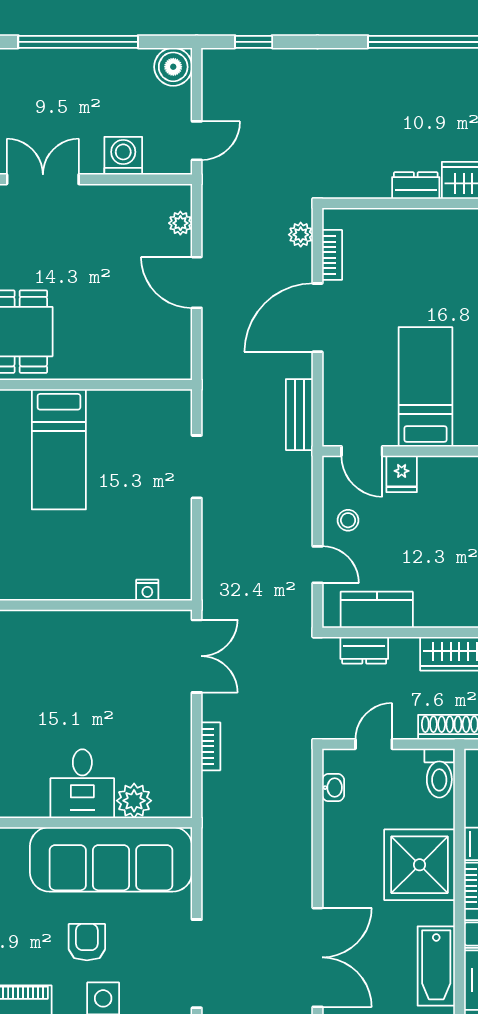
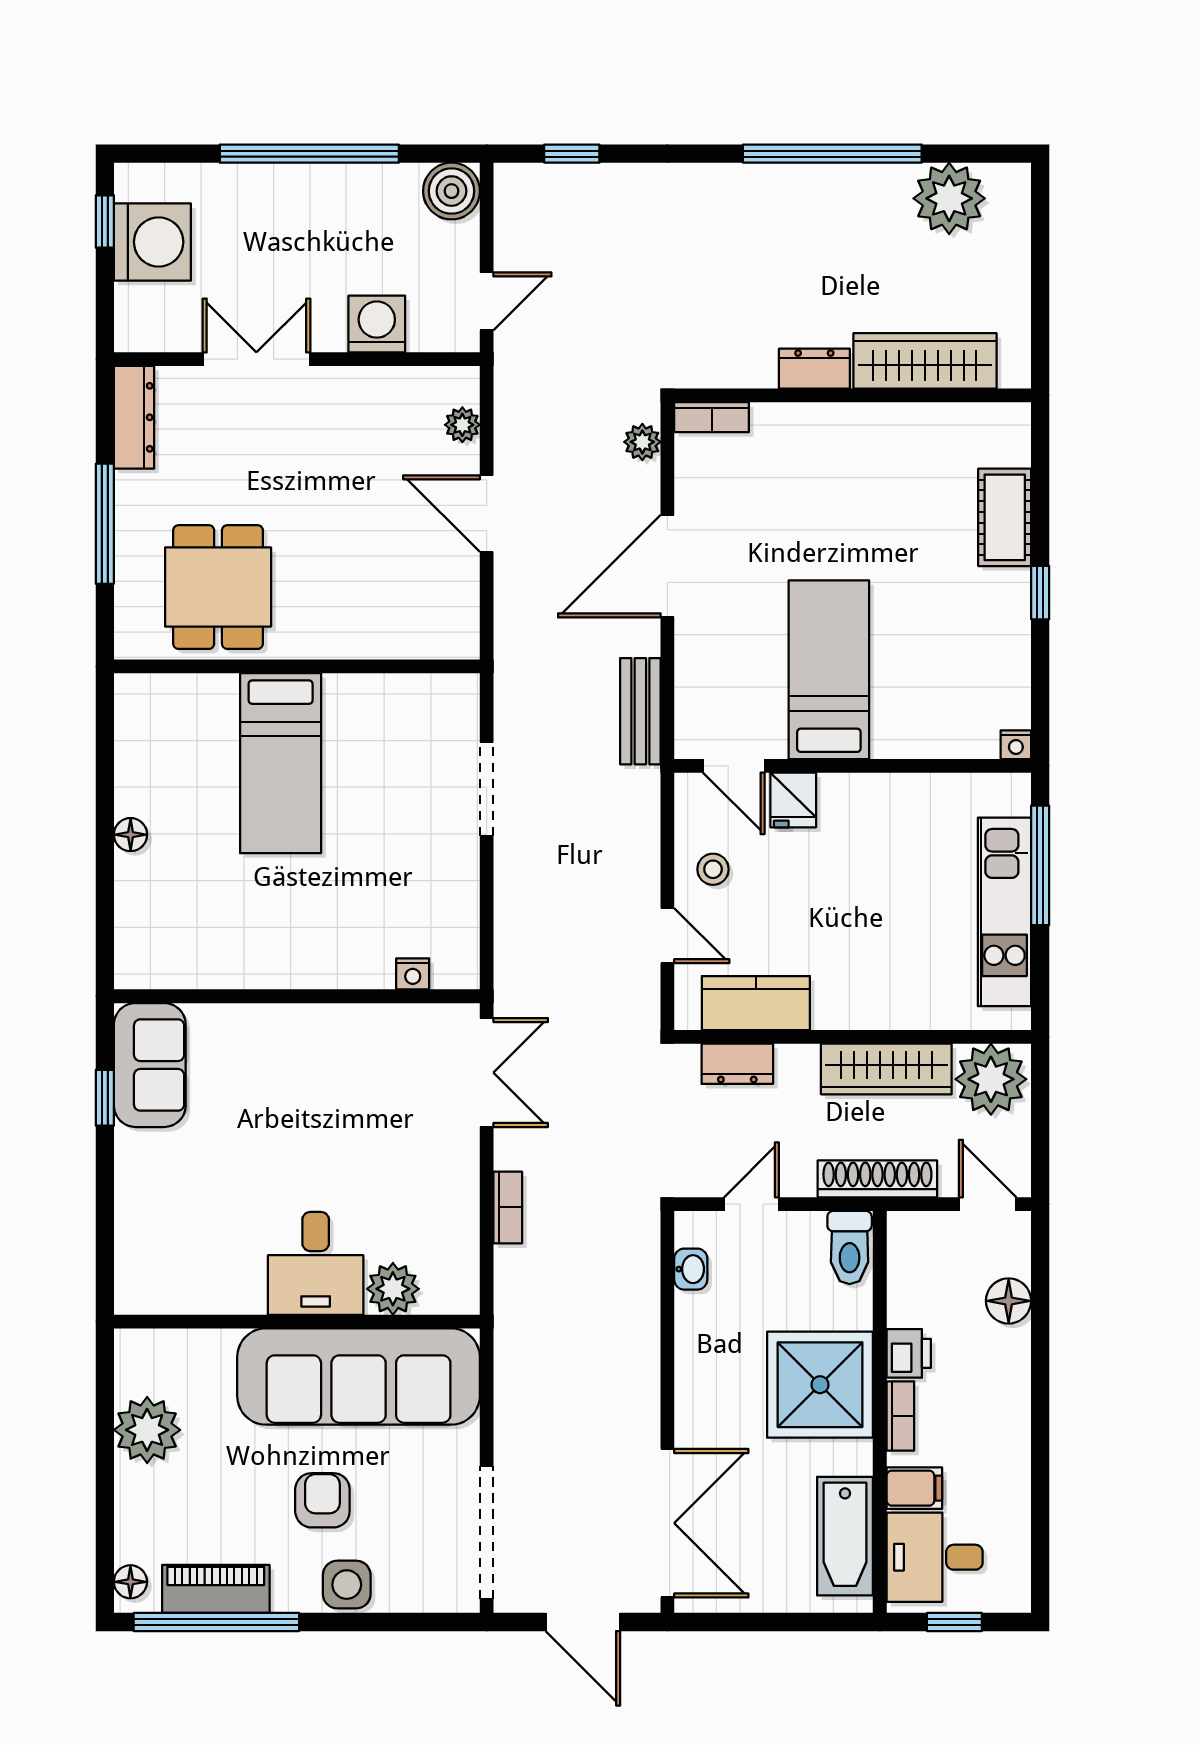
bookcase: (332, 255) -> (712, 417), moved, turned 90

